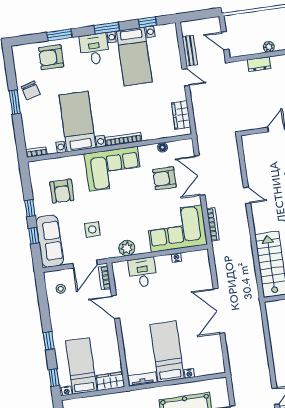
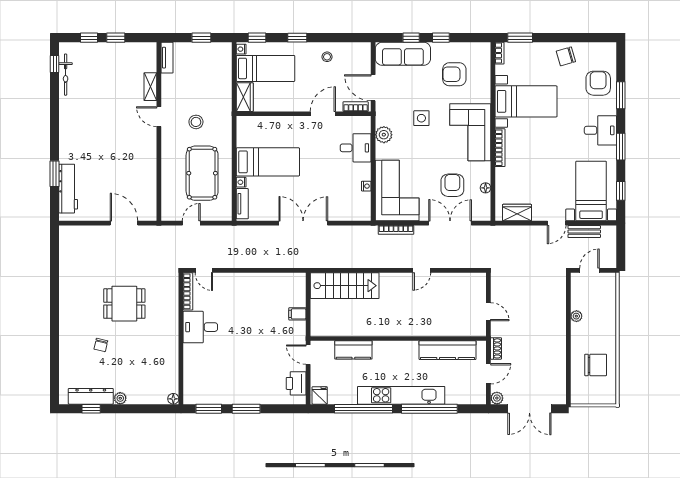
bed with nightstands: (134, 56) -> (591, 191), moved, turned 90
dresser: (259, 64) -> (559, 303), removed
window: (15, 102) -> (520, 38), moved
side table: (92, 229) -> (421, 118), moved
stool: (61, 289) -> (327, 57), moved
tv unit: (142, 379) -> (242, 204), moved

